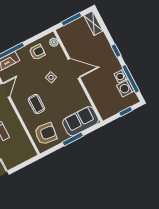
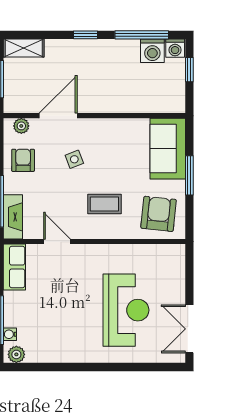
door: (74, 68) -> (58, 116), moved
washing machine: (121, 76) -> (175, 48), moved

